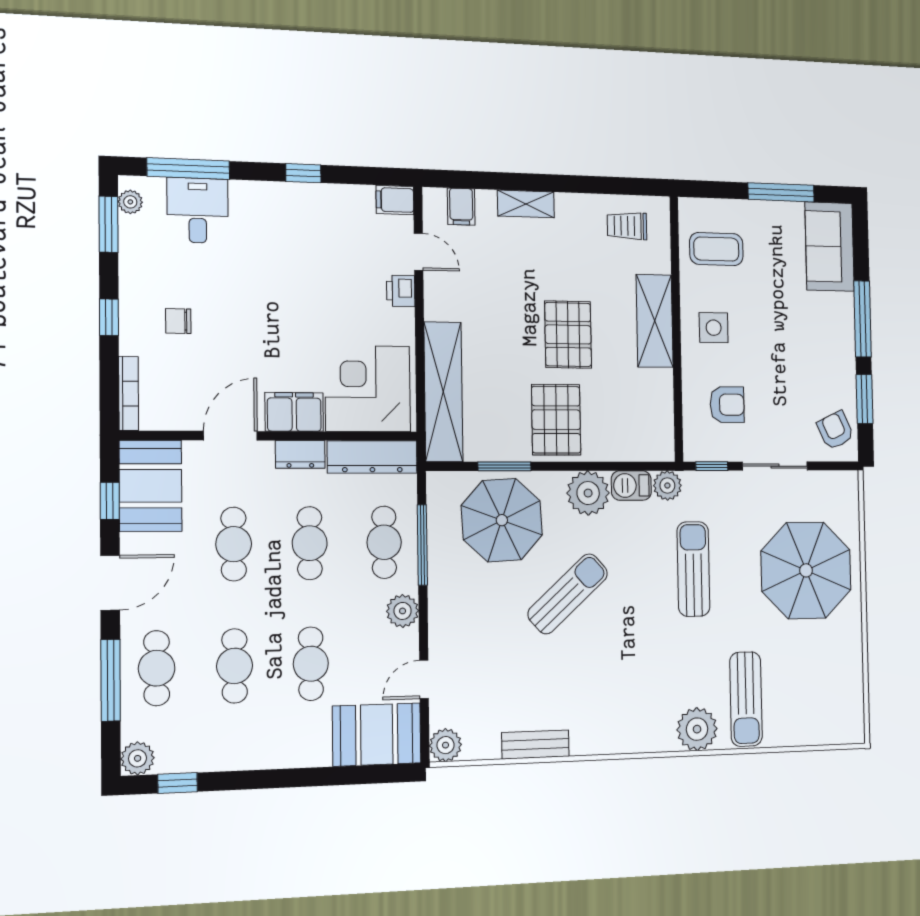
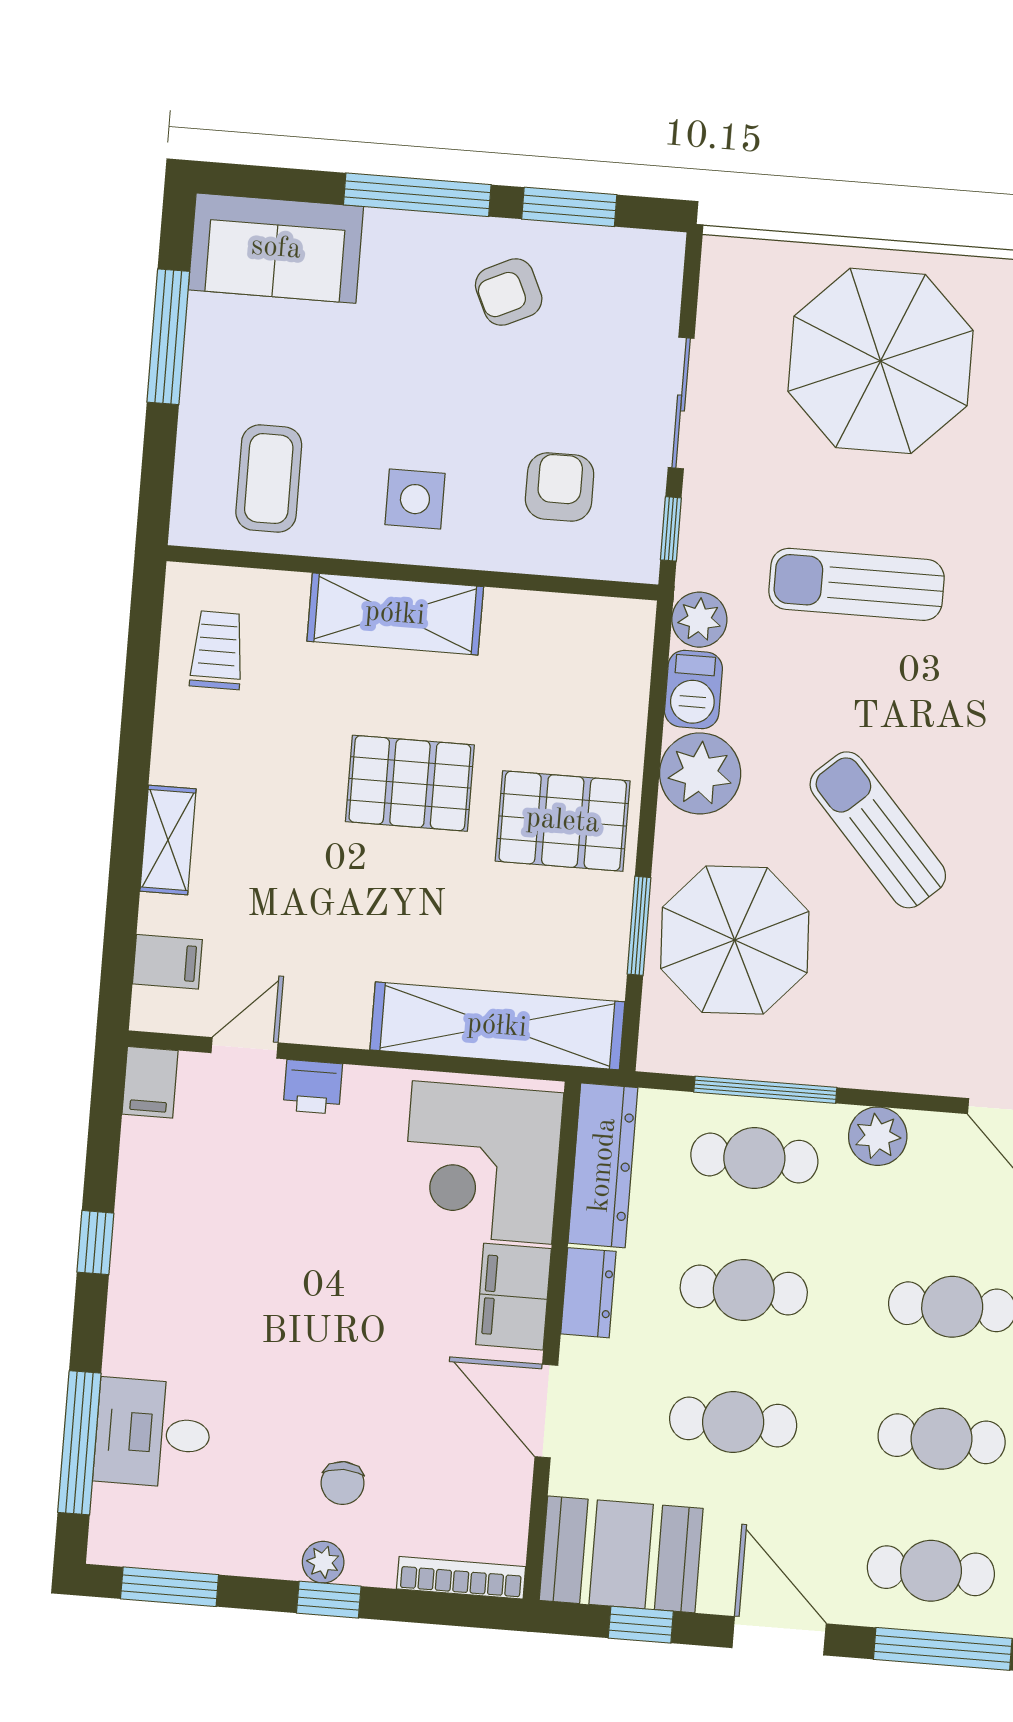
plant: (130, 202) -> (323, 1562), moved
trolley: (627, 226) -> (217, 650), turned 180
armchair: (835, 430) -> (509, 292), moved

